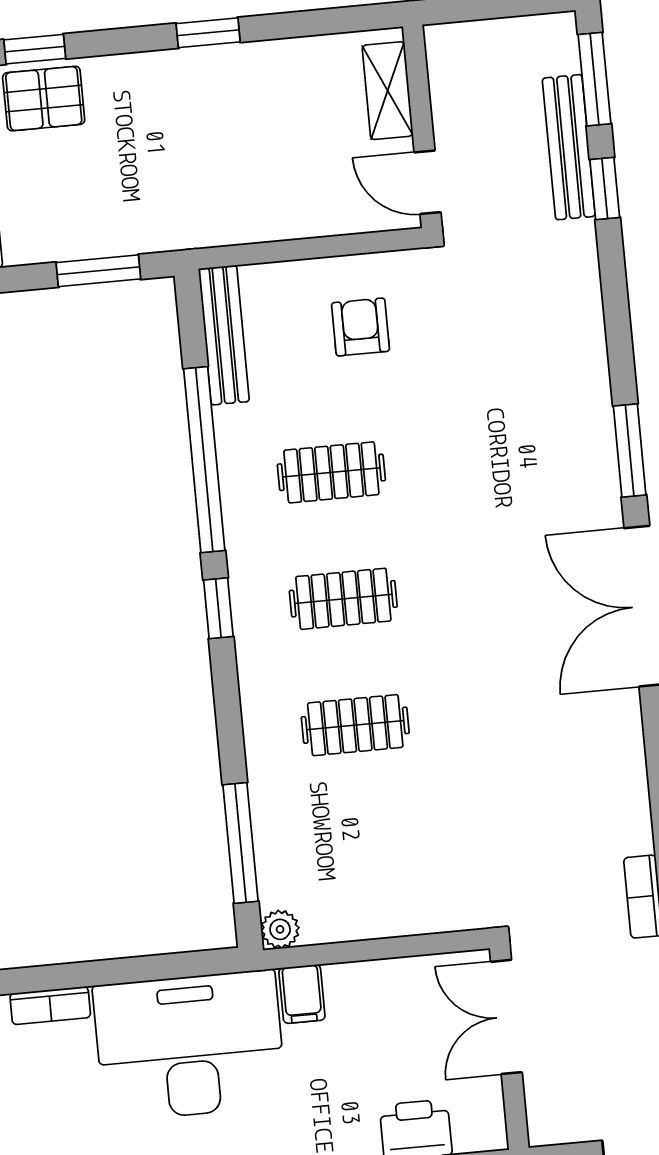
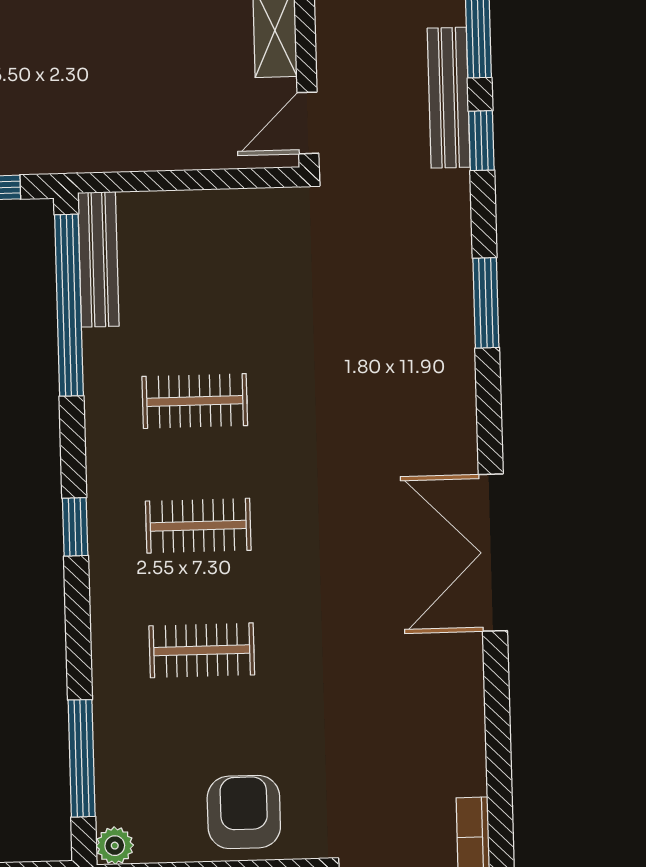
door: (427, 182) -> (308, 123), hinge flipped
armchair: (360, 327) -> (244, 812), moved, width x1.38, depth x1.38
window: (630, 450) -> (486, 303), moved
window: (204, 460) -> (69, 305), moved

